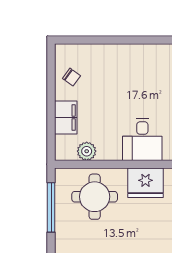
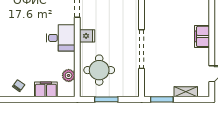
fridge: (145, 183) -> (87, 36), width x0.53, depth x0.75
window: (51, 207) -> (106, 99), width x0.69

